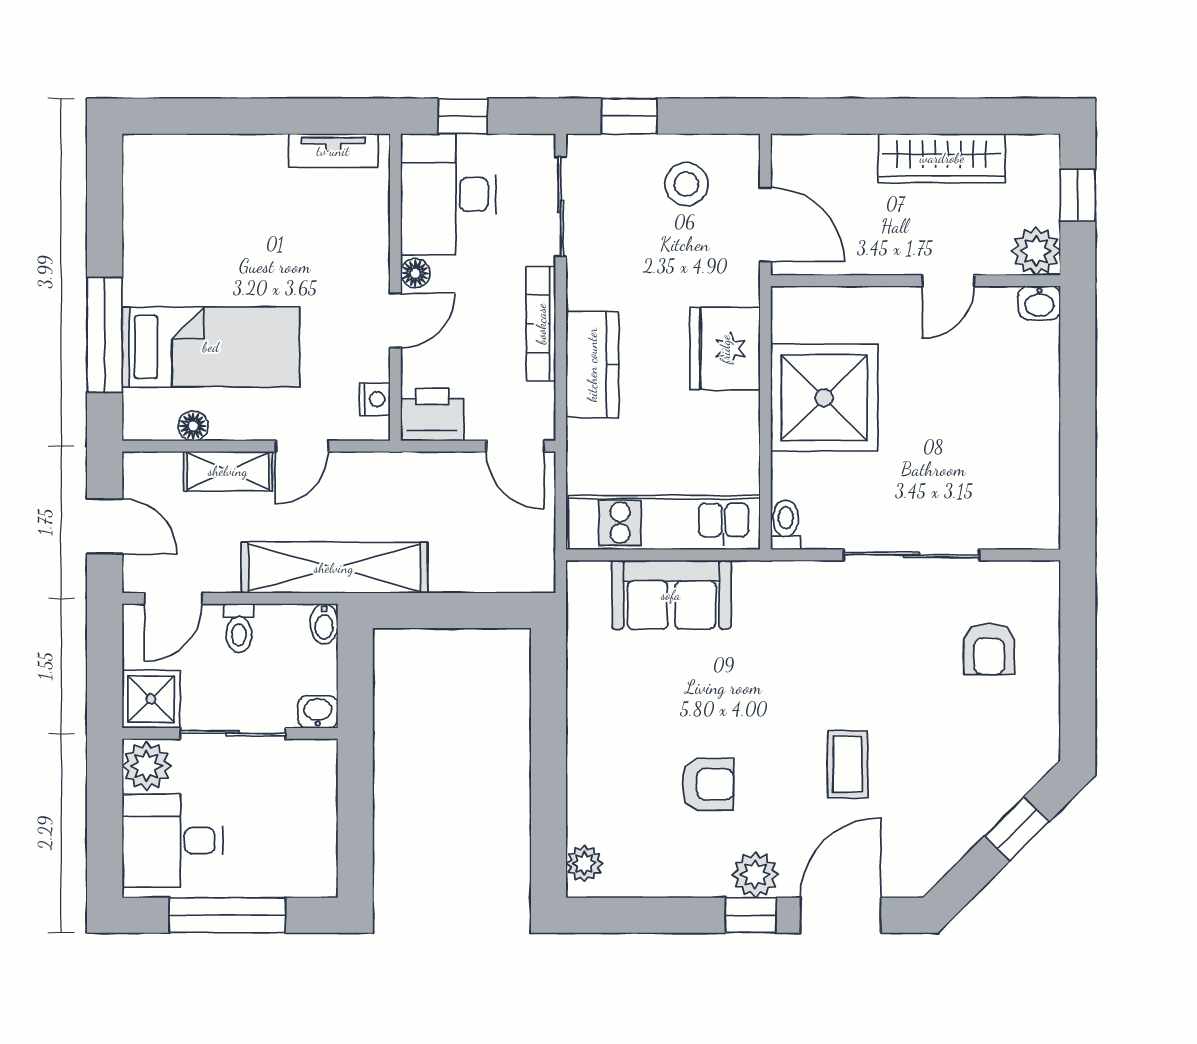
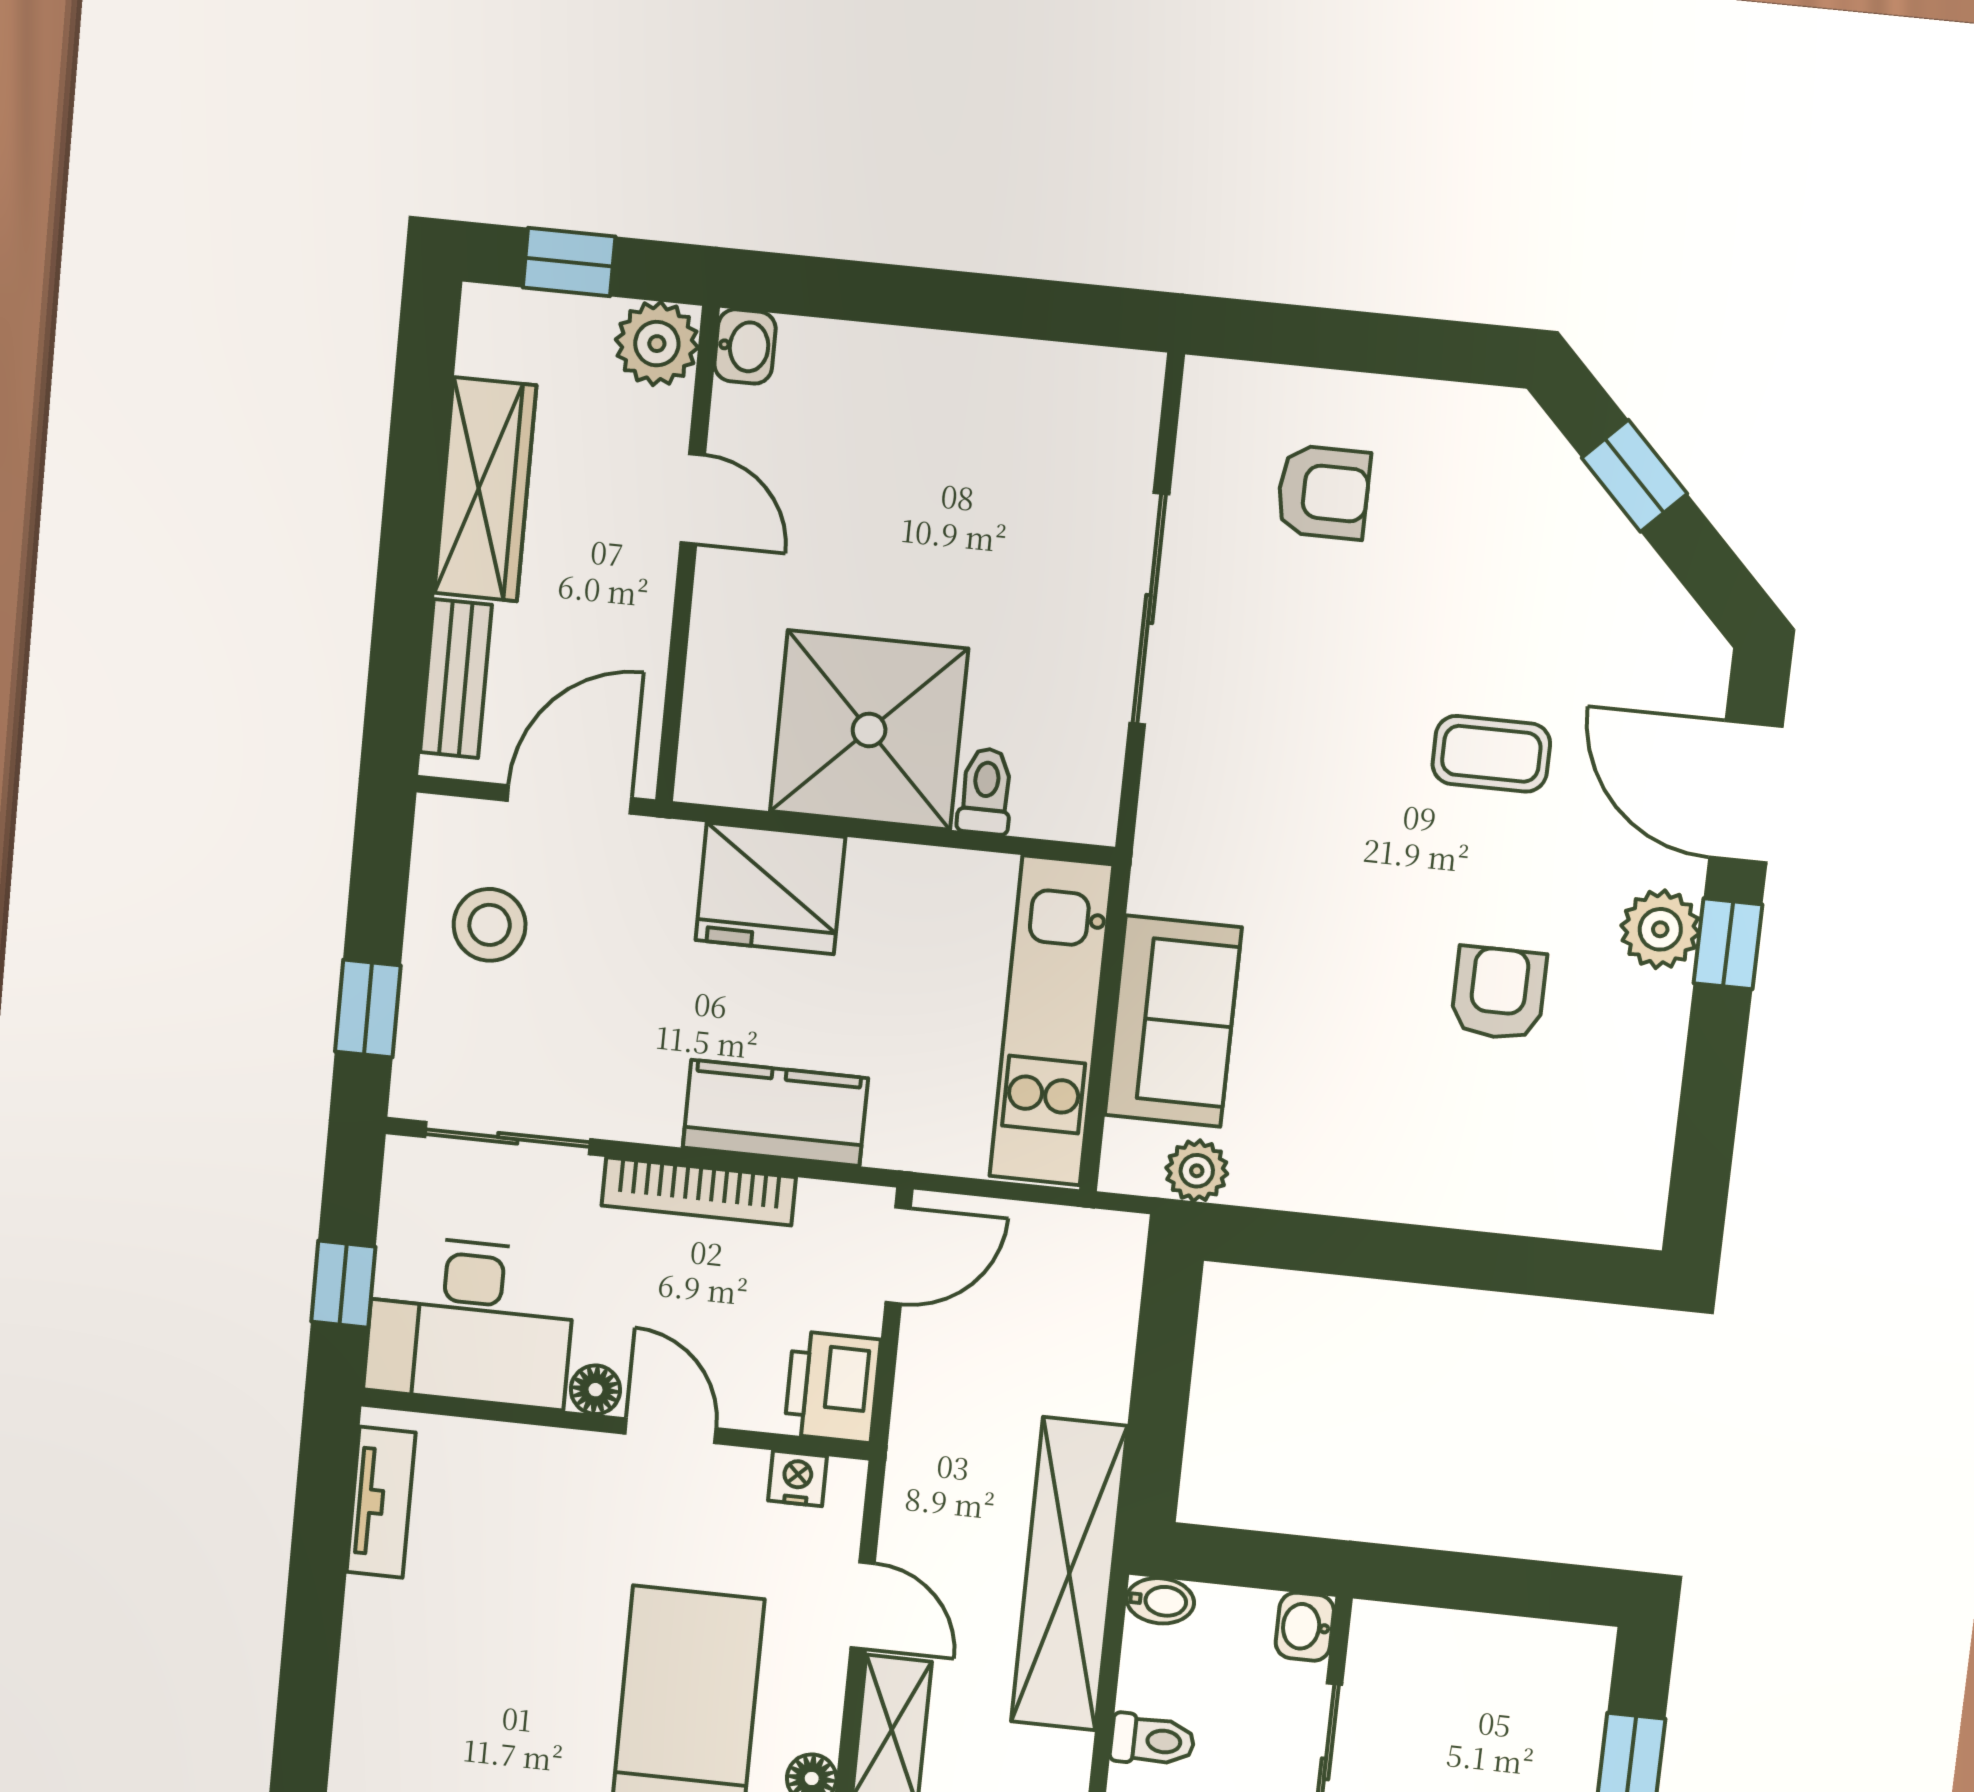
bench: (829, 151) -> (456, 679), added
toilet: (786, 525) -> (986, 791), moved, turned 90
plant: (584, 863) -> (1197, 1171), moved

